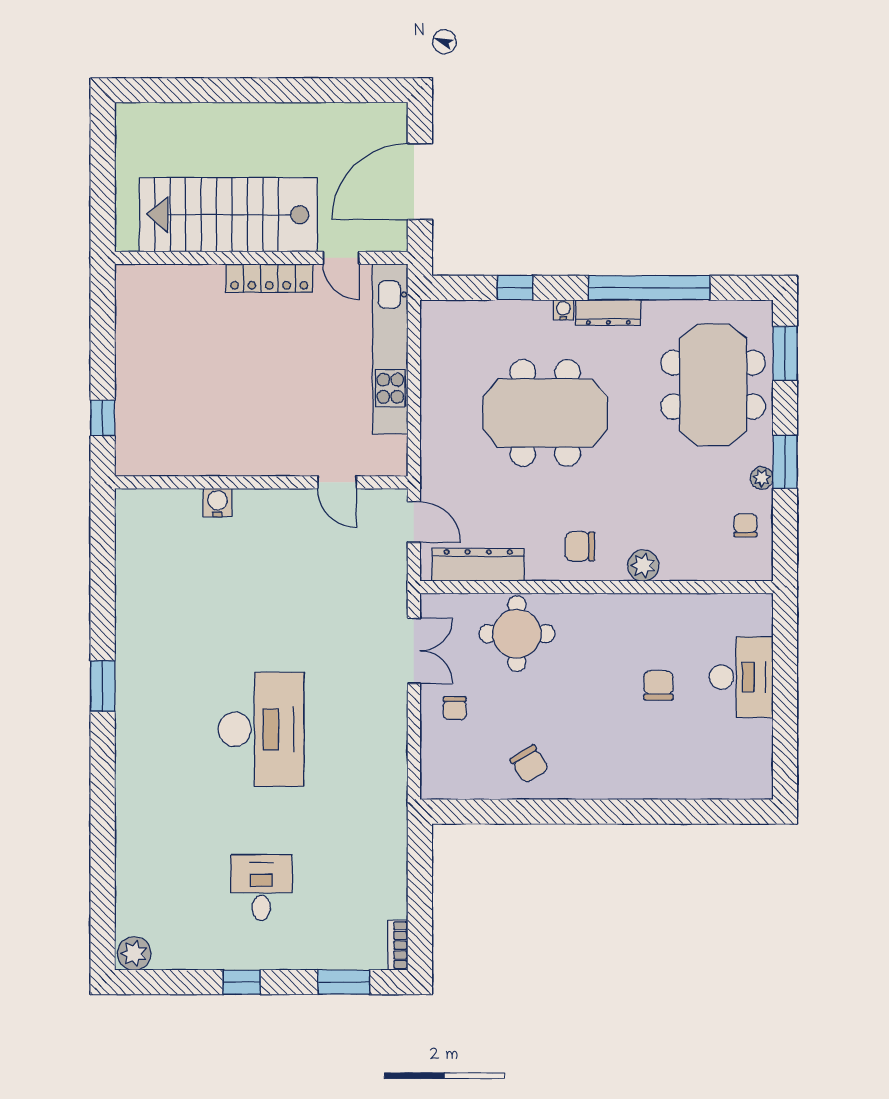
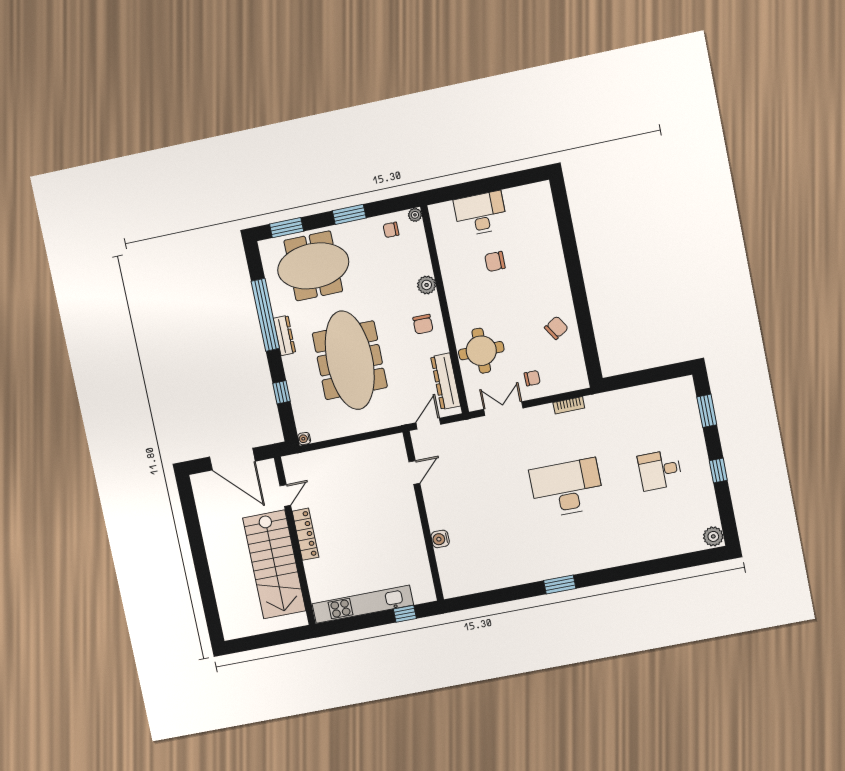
water cooler: (563, 310) -> (304, 439), moved
kitchen unit: (390, 349) -> (363, 604), moved, turned 180
meeting table: (545, 413) -> (350, 360), width x1.36
plant: (762, 478) -> (415, 215), moved
bookcase: (398, 945) -> (569, 405), moved

